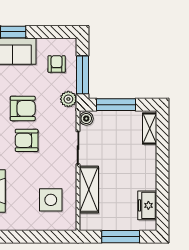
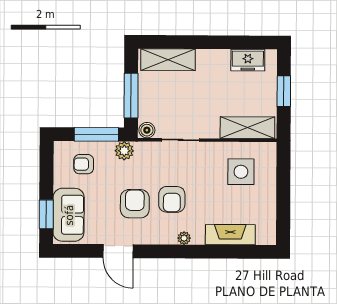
shelving: (150, 129) -> (168, 60), width x1.50, depth x1.33
shelving: (89, 190) -> (247, 128), moved
window: (121, 237) -> (284, 91), width x0.69

